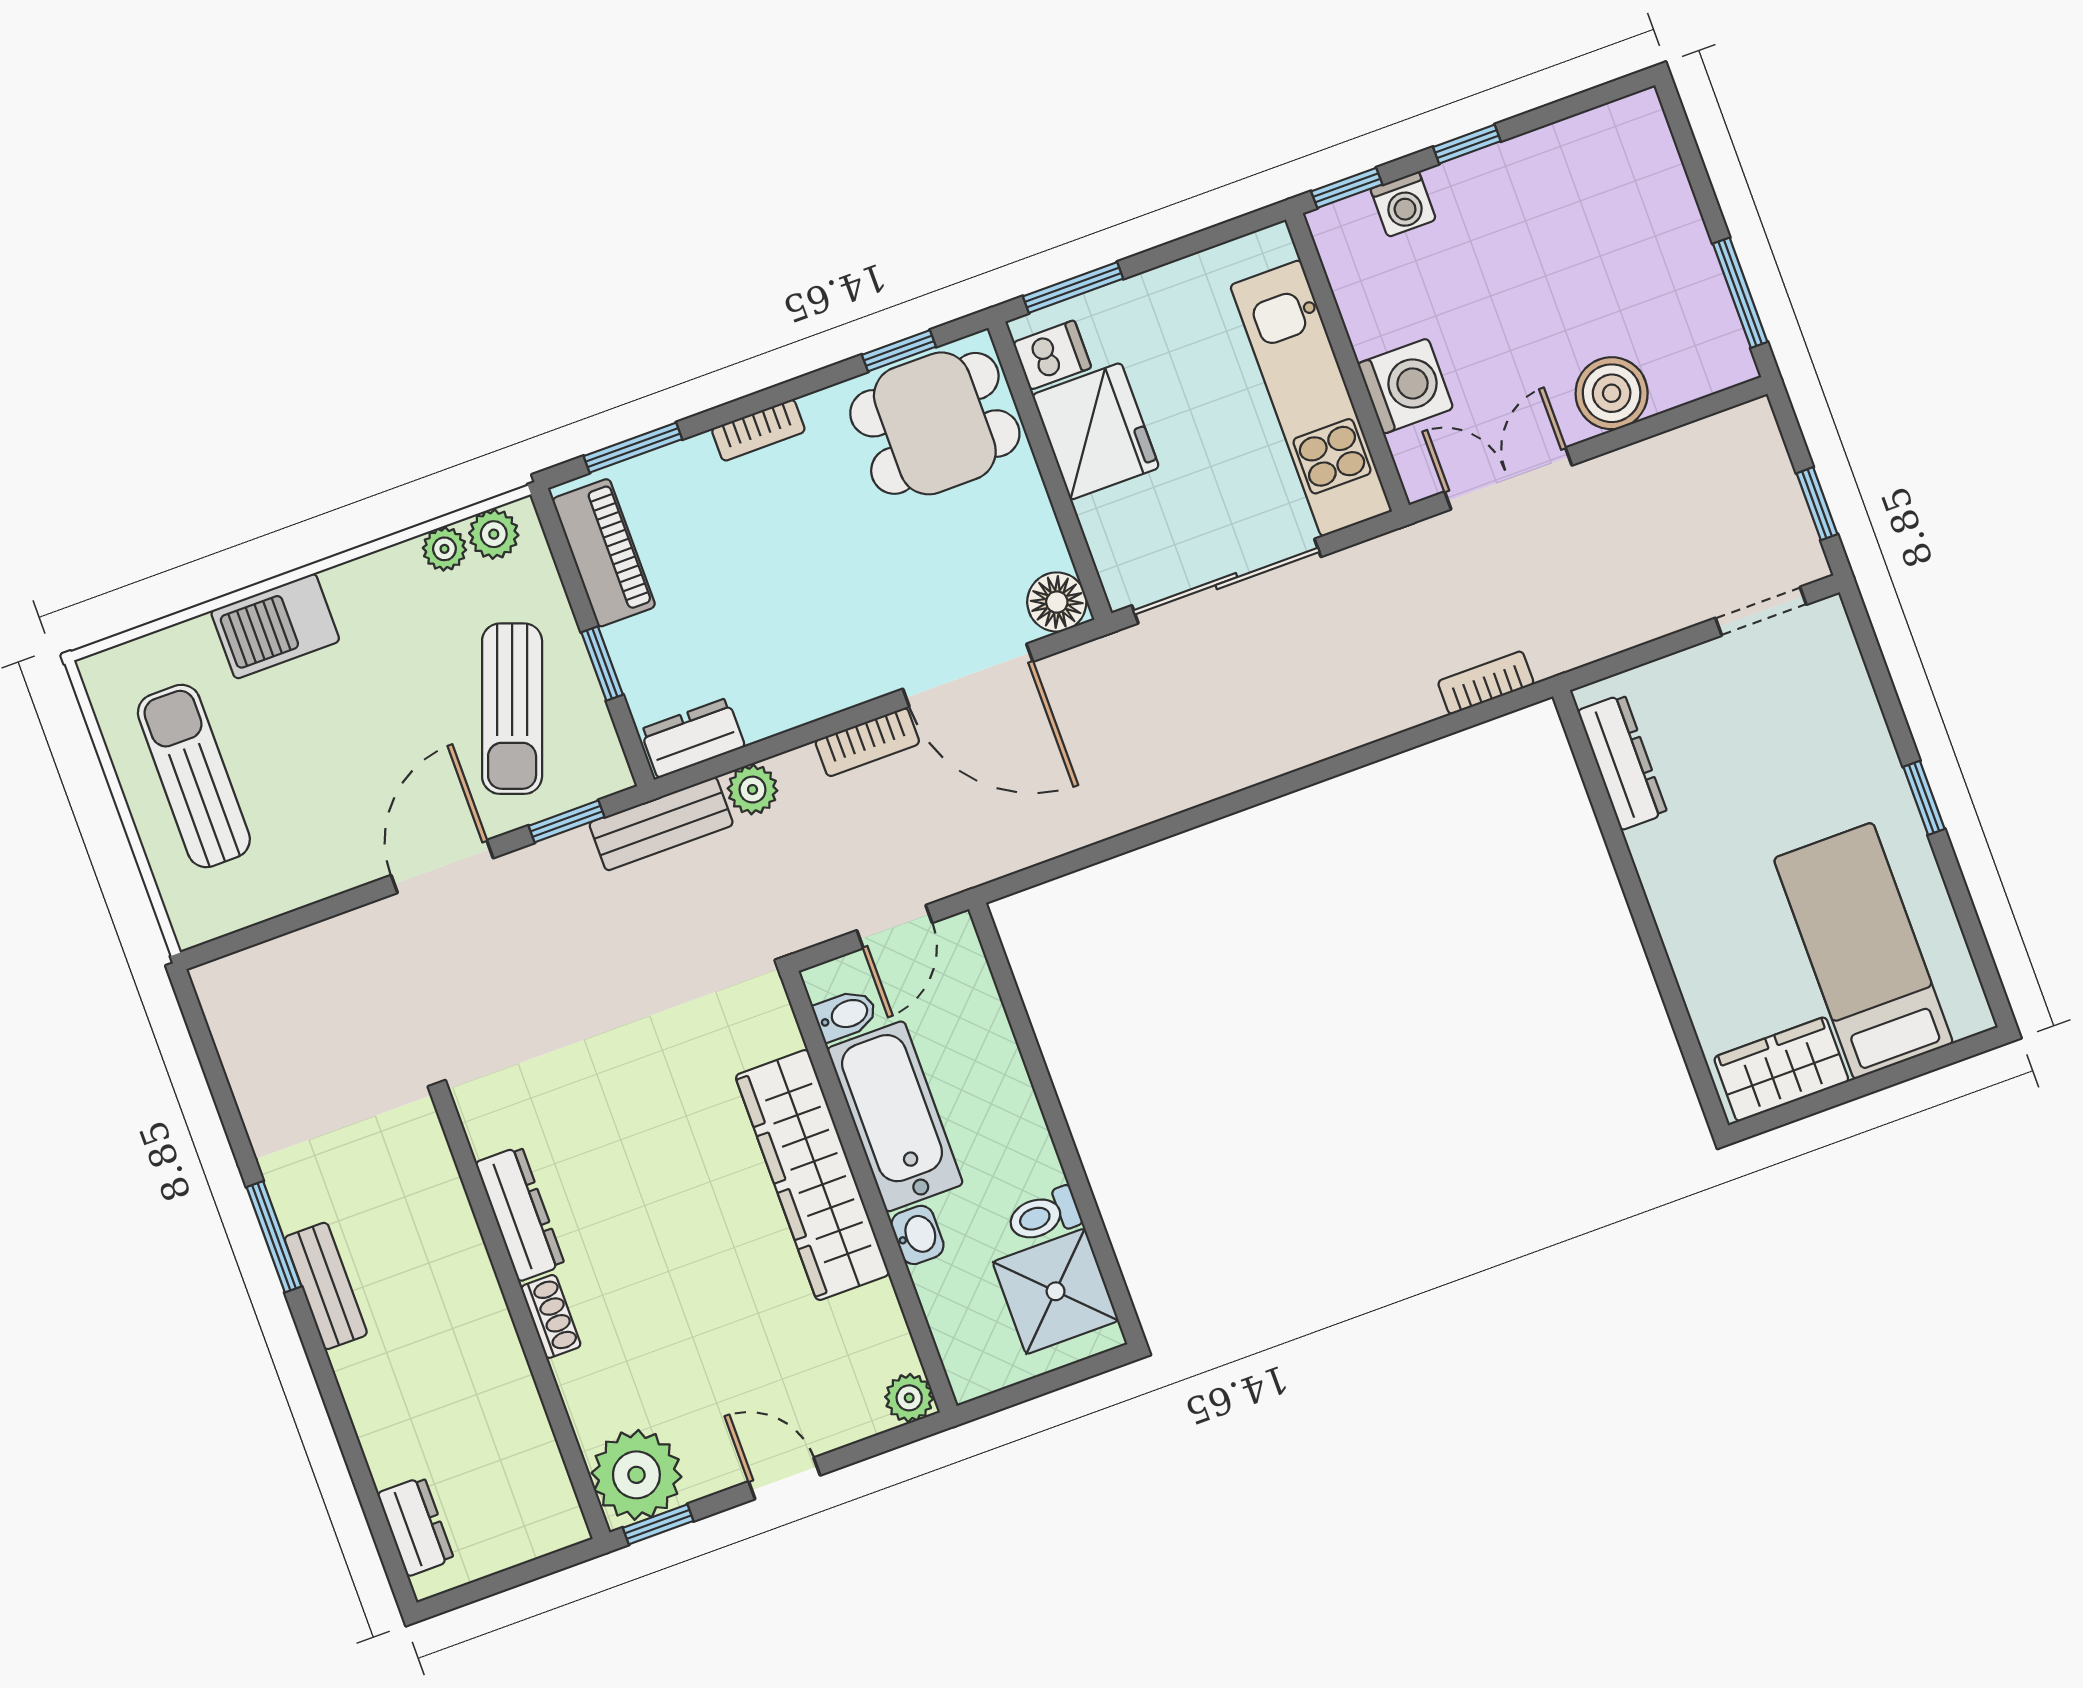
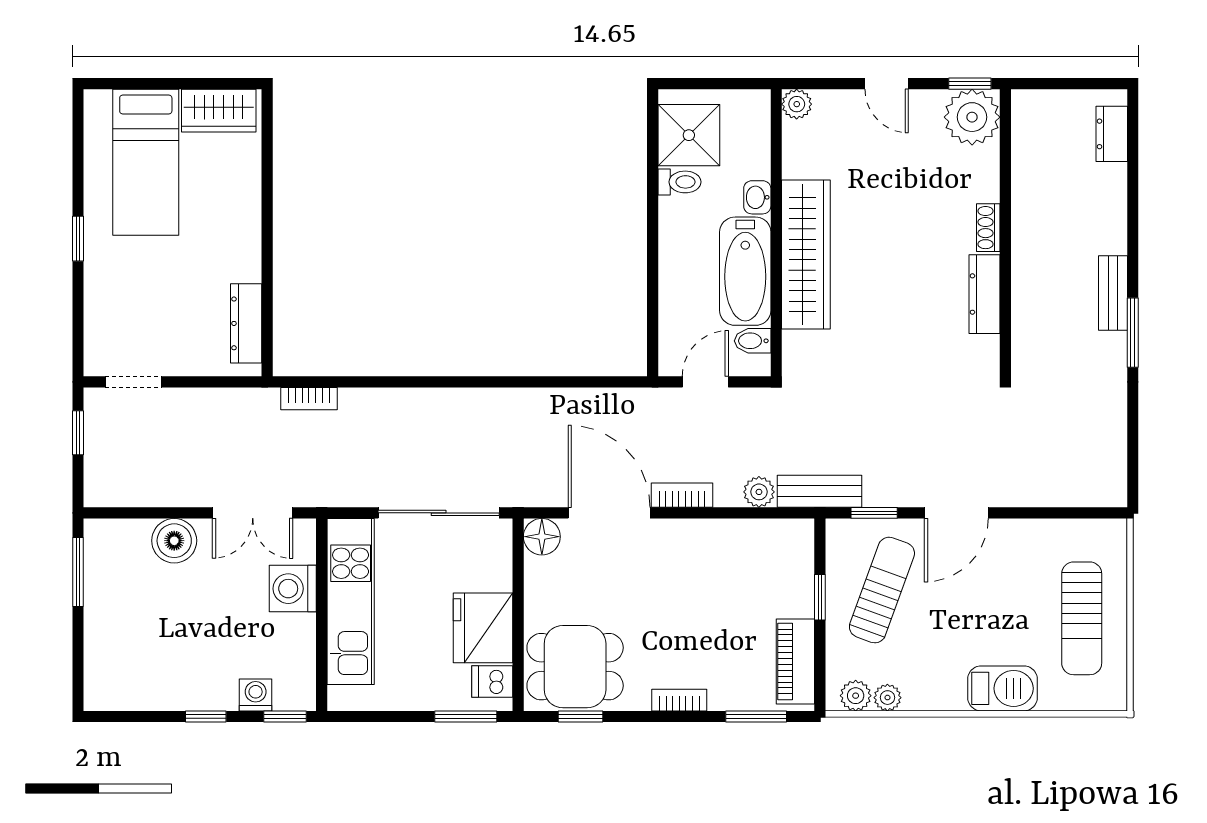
dresser: (693, 738) -> (783, 535), removed

